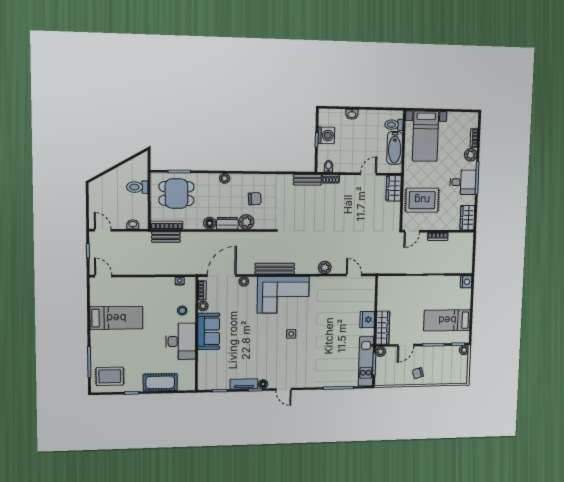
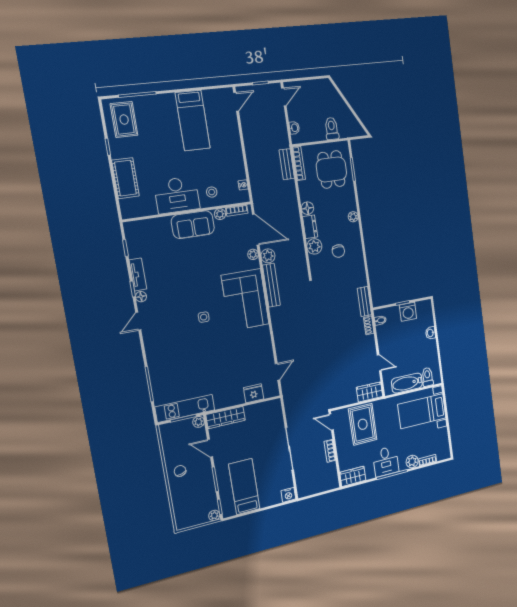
plant: (325, 268) -> (268, 256), moved
fridge: (367, 320) -> (254, 393), moved

